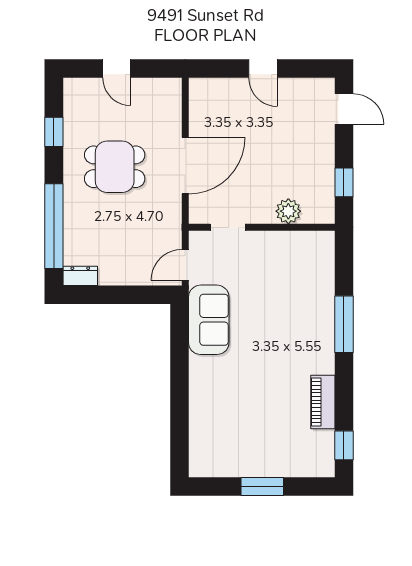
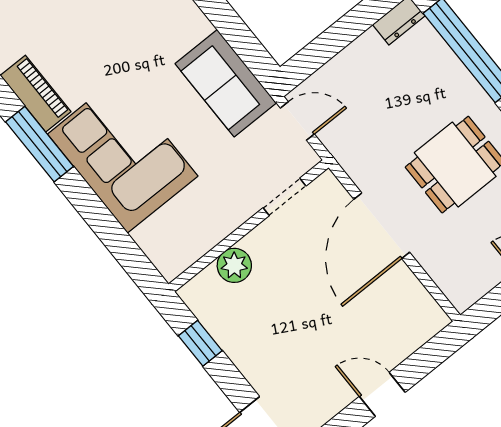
door: (185, 265) -> (297, 121), hinge flipped
window: (344, 324) -> (40, 144), moved
corner sofa: (301, 326) -> (123, 155), added

